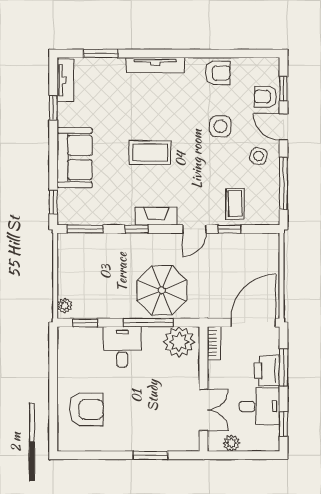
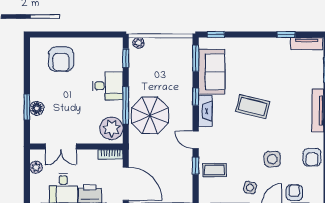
coffee table: (150, 153) -> (253, 107), turned -76
sofa: (75, 158) -> (212, 72), moved, turned -90
floor lamp: (152, 442) -> (37, 108), added

